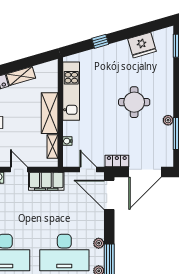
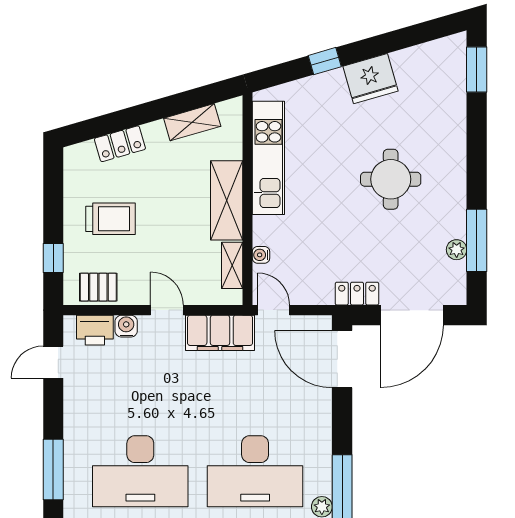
fridge: (142, 45) -> (371, 79), moved
shelving: (21, 76) -> (192, 122), moved
plant: (168, 120) -> (457, 250), moved
door: (88, 169) -> (274, 310), moved
plant: (99, 243) -> (322, 453), removed

